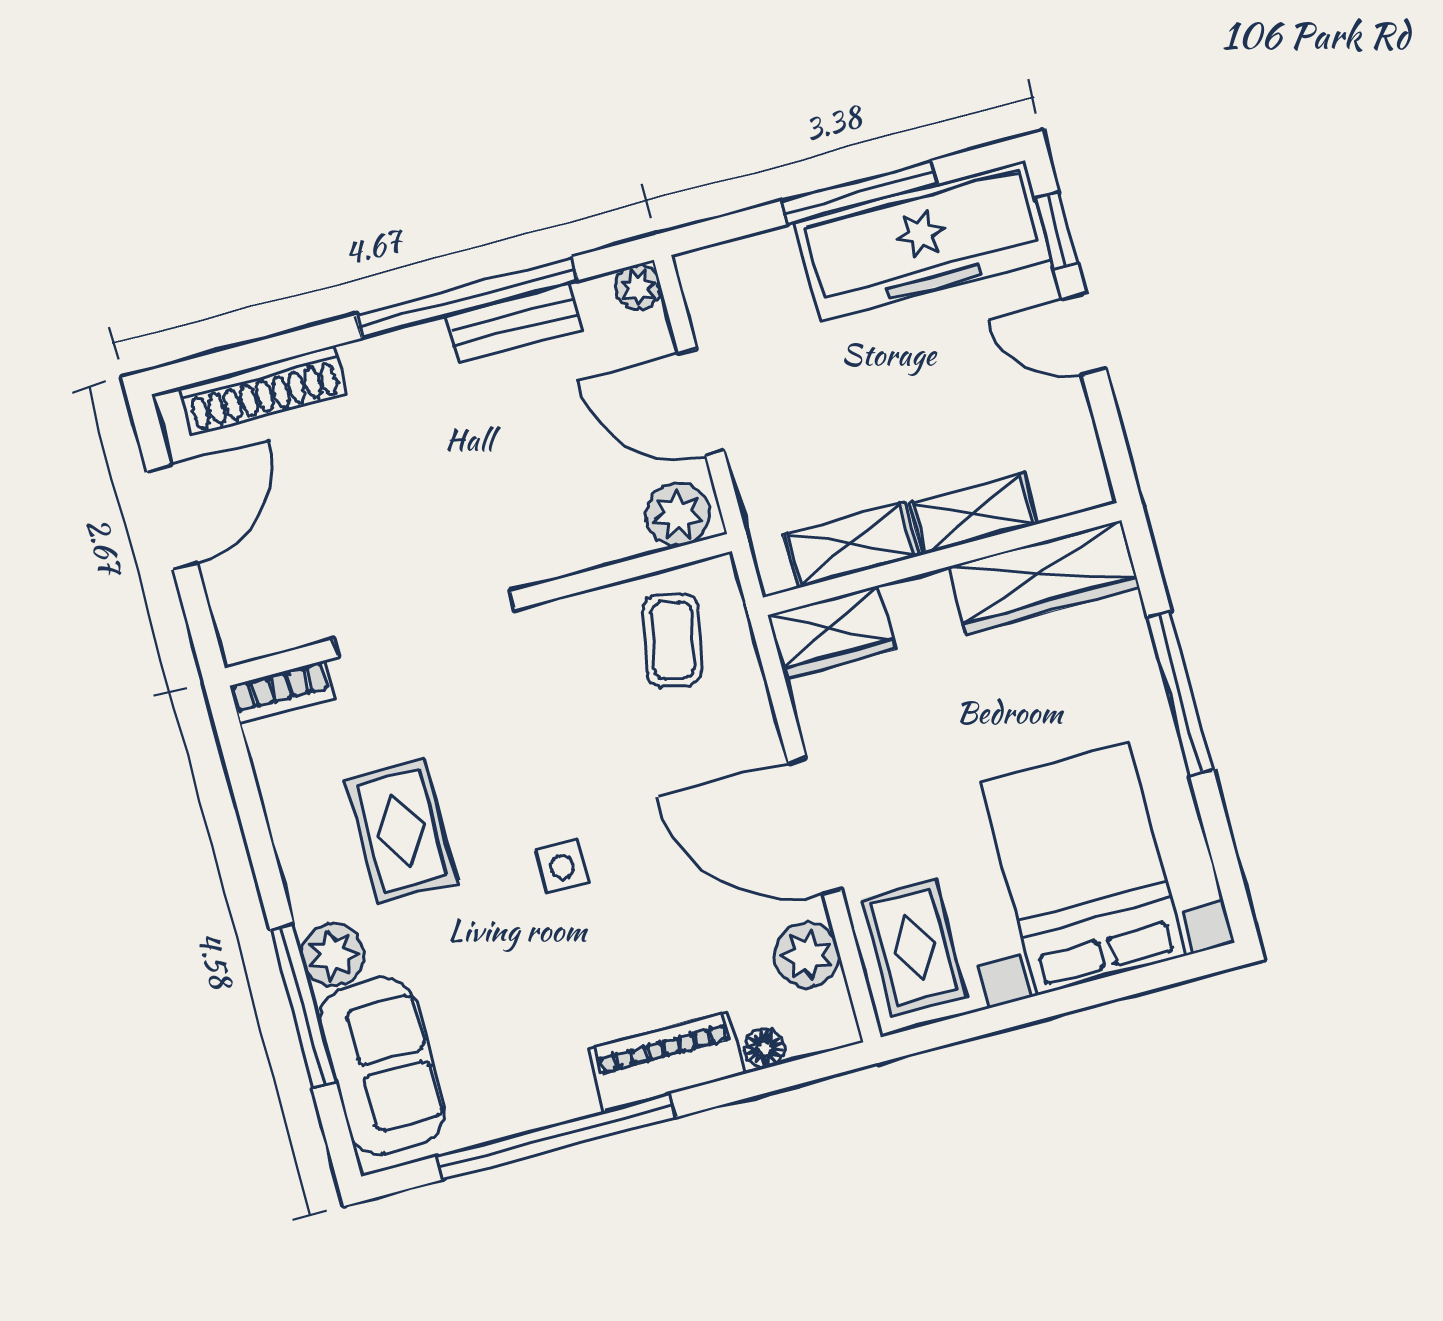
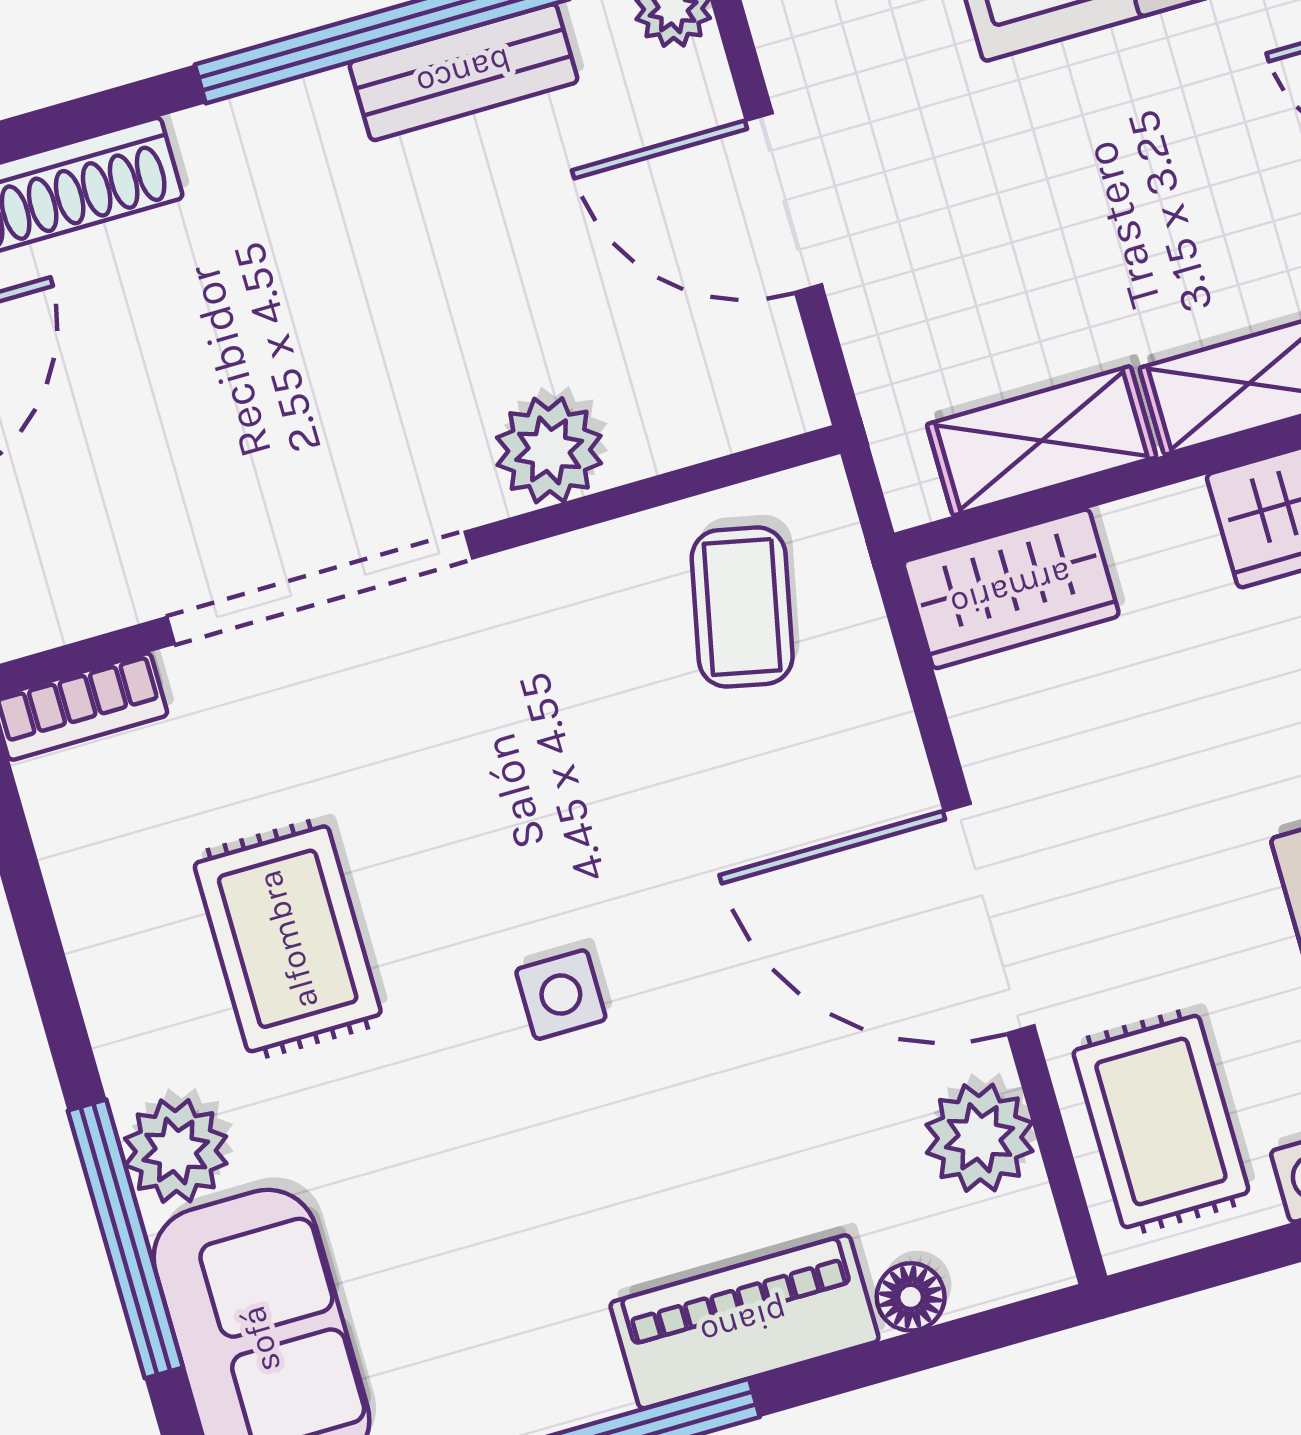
plant: (678, 514) -> (549, 450), moved

